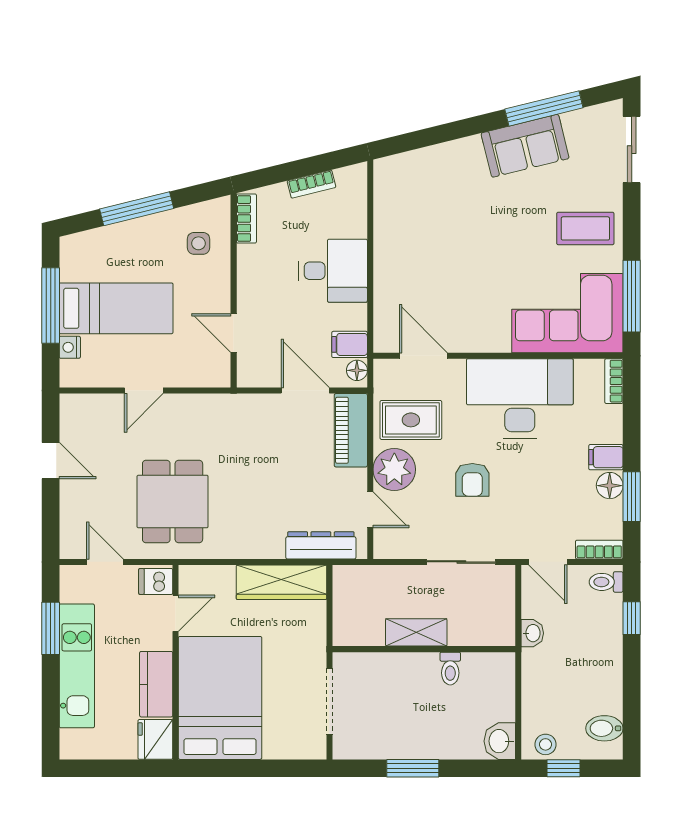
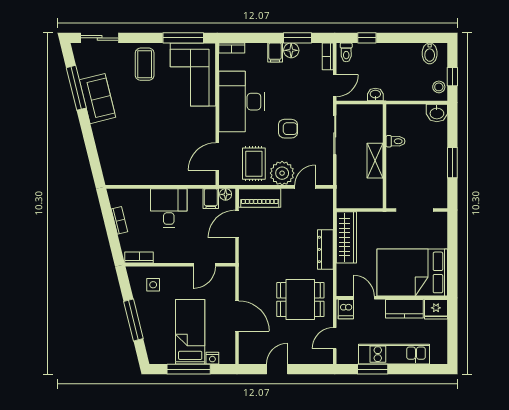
door: (144, 391) -> (237, 316), width x1.38
dresser: (321, 545) -> (325, 249), moved

